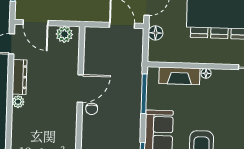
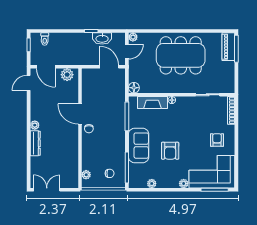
floor lamp: (156, 33) -> (134, 88), moved
dresser: (20, 77) -> (35, 143), moved
door: (80, 88) -> (80, 114), swing flipped

